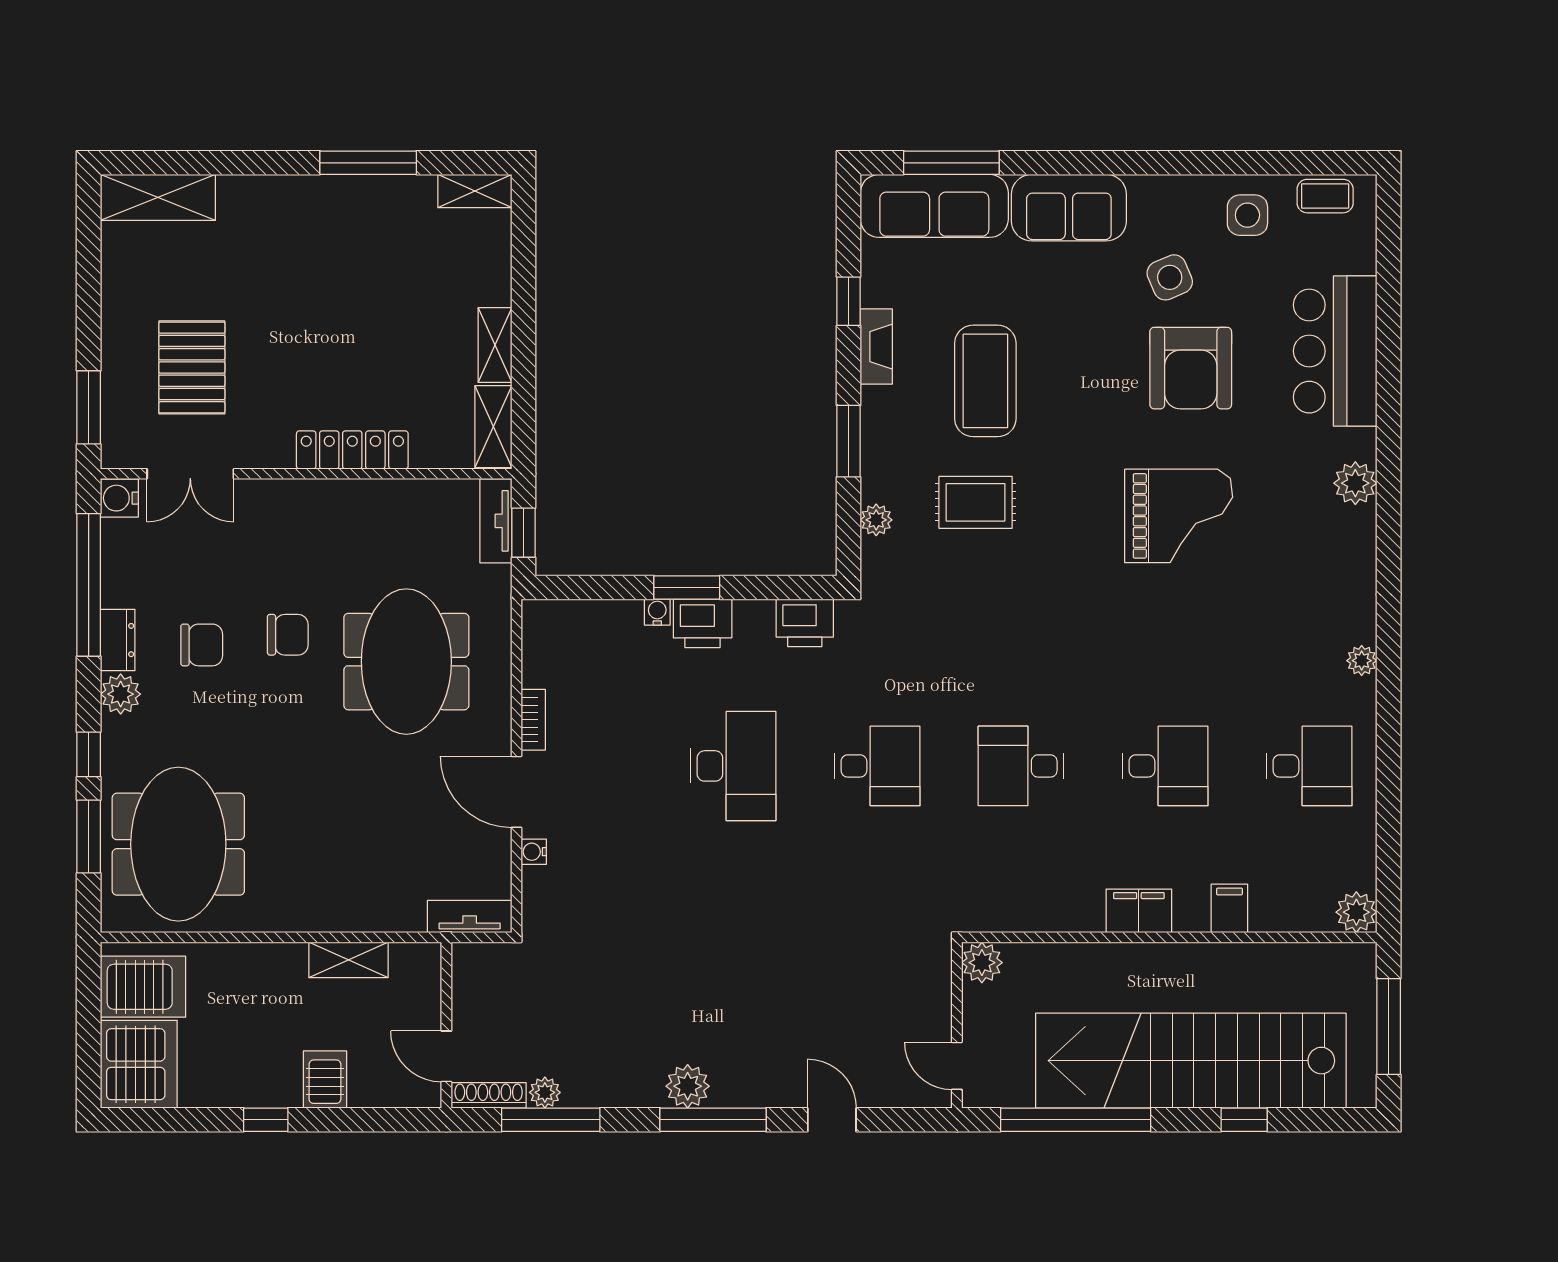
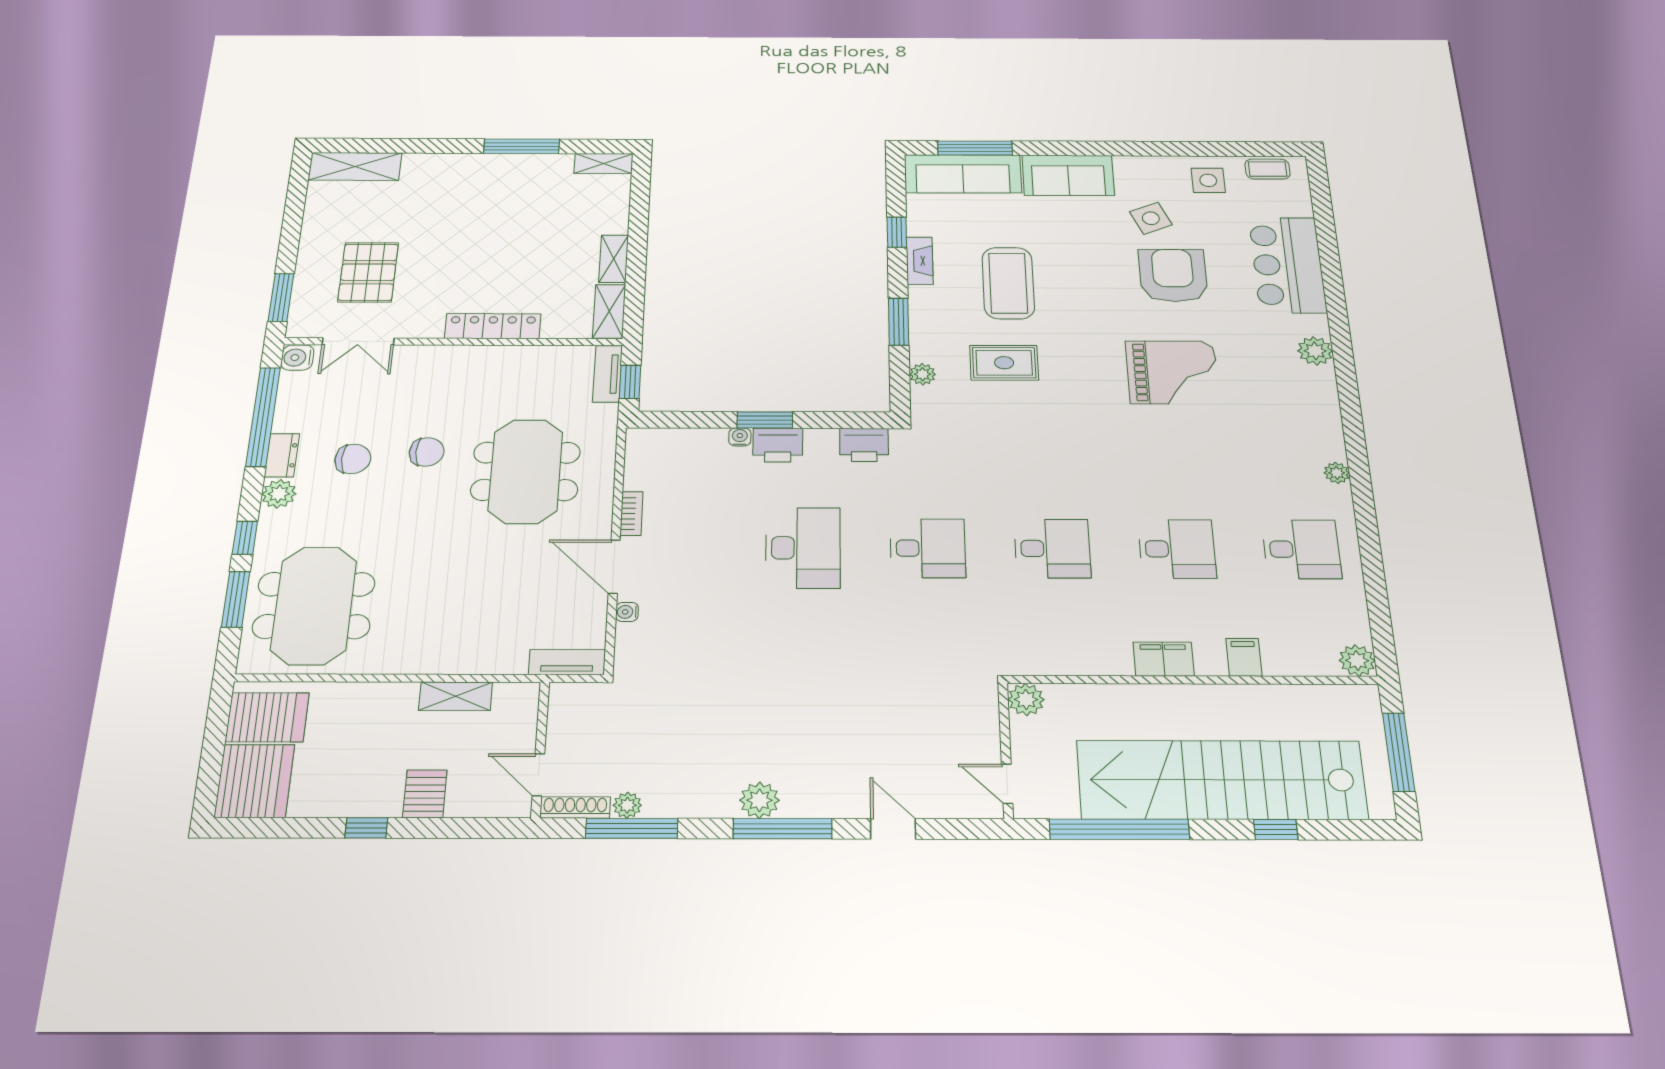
armchair: (1191, 368) -> (1173, 275), turned 180
desk: (1021, 766) -> (1052, 549), turned 180

